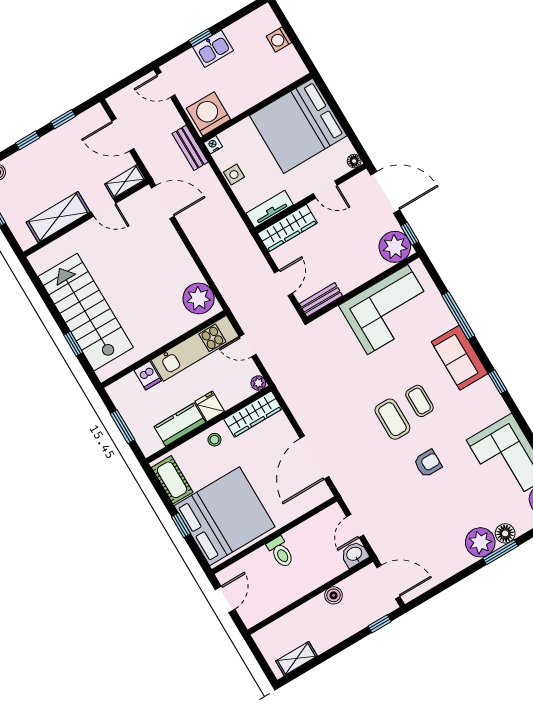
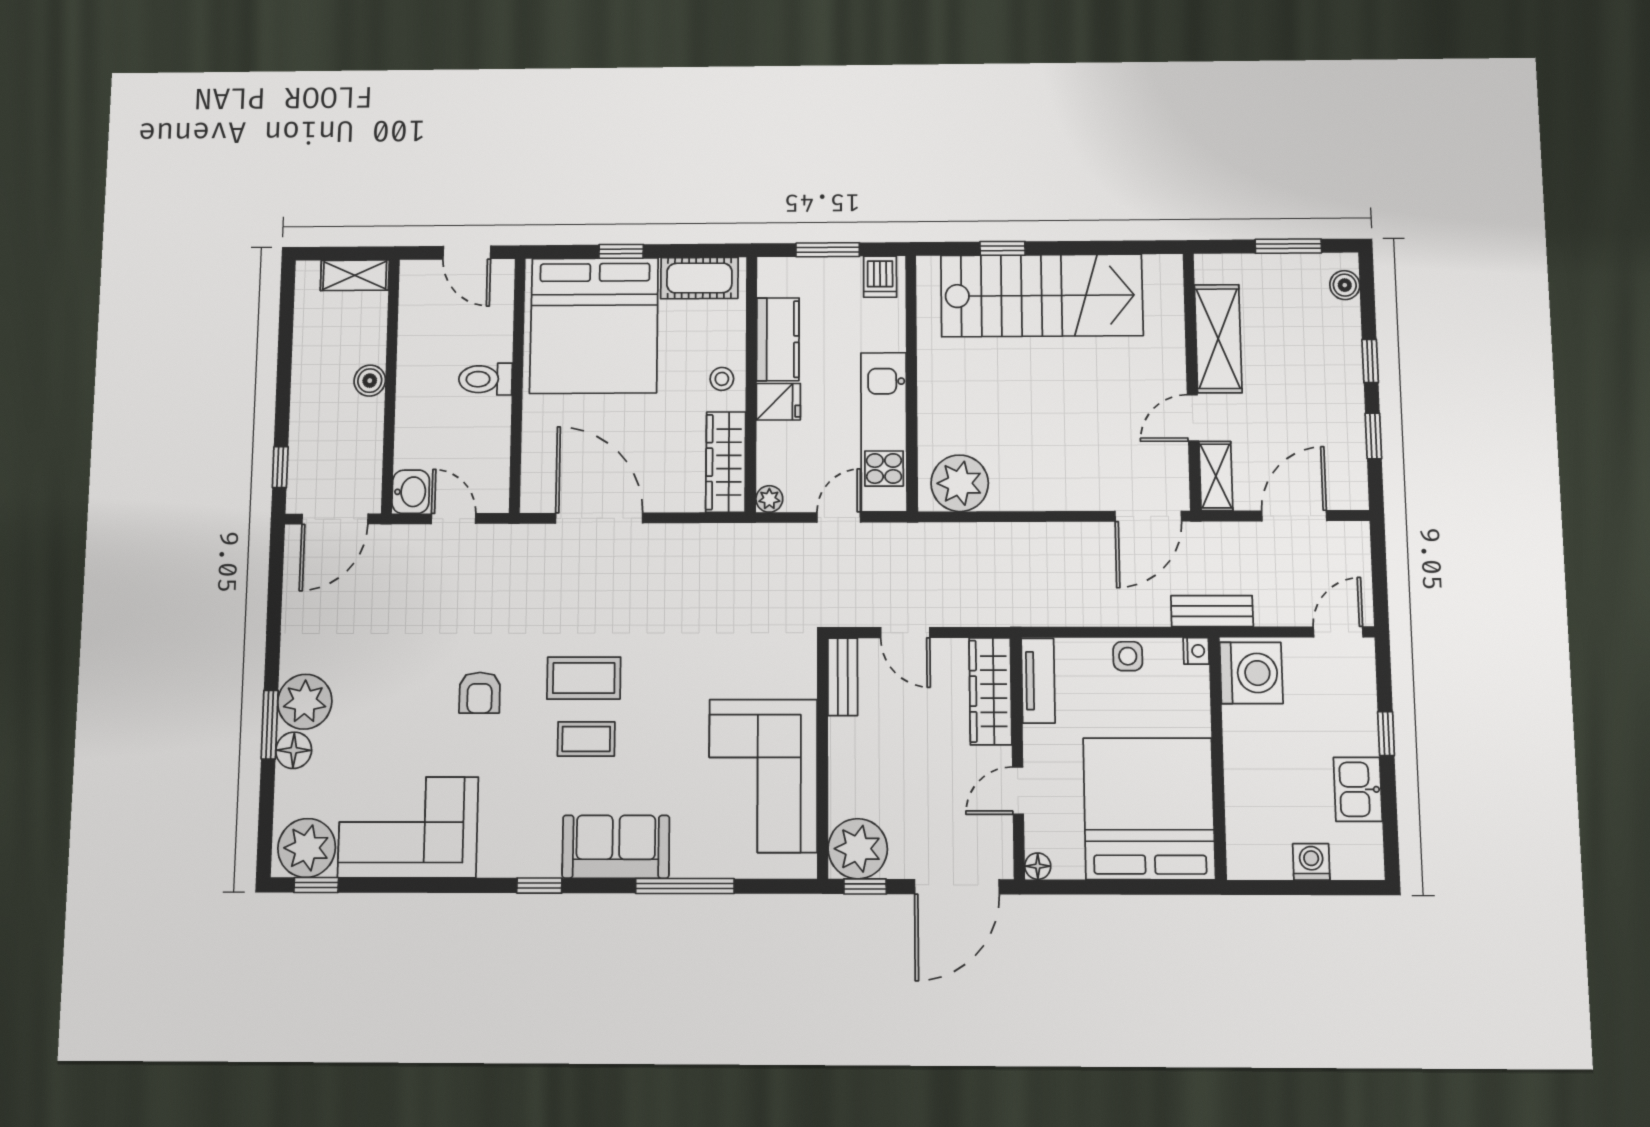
kitchen sink: (213, 49) -> (1358, 789), moved
dishwasher: (148, 375) -> (880, 277), moved, turned -90
boiler: (334, 595) -> (370, 381), moved
shelving: (297, 659) -> (355, 275), moved, turned 90

